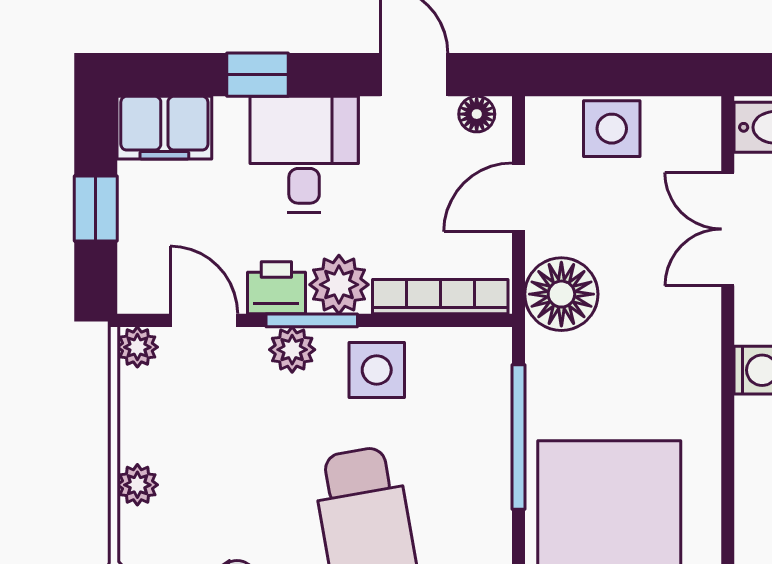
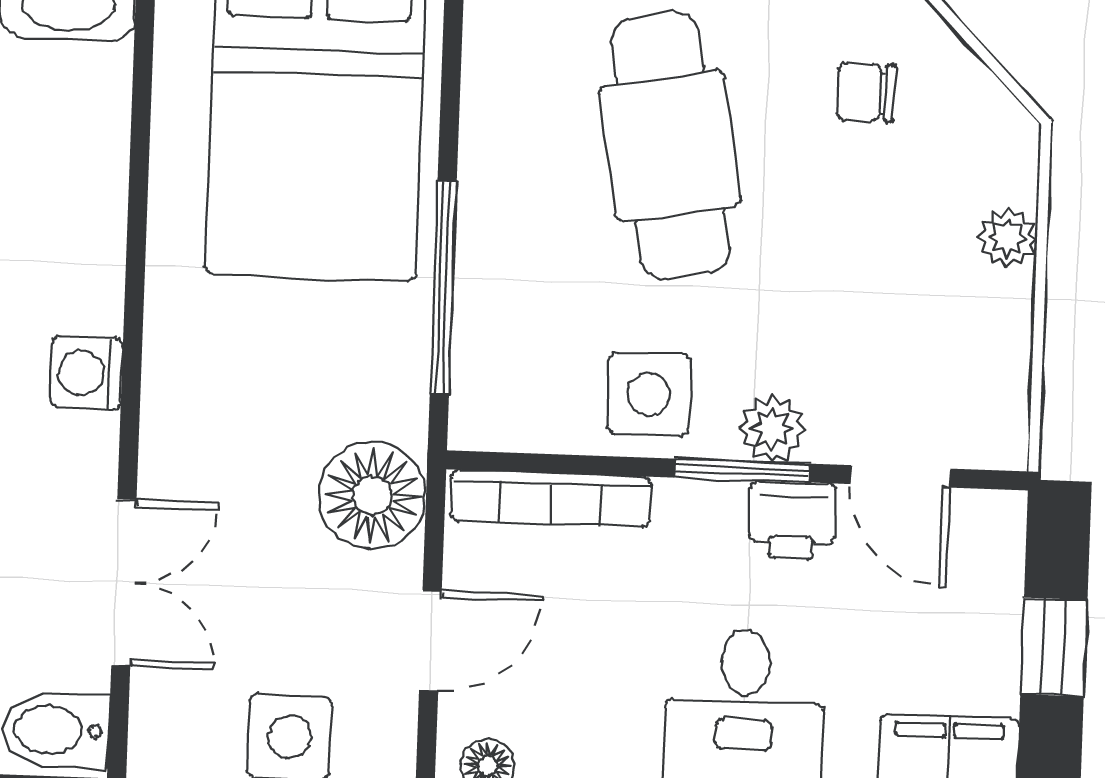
plant: (339, 285) -> (700, 522), removed
plant: (137, 347) -> (1000, 441), removed

